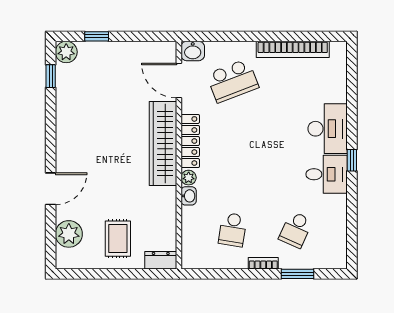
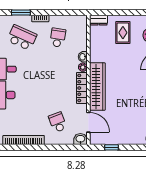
window: (97, 36) -> (112, 147), moved
school desk: (233, 81) -> (58, 122), width x0.54
school desk: (296, 230) -> (22, 38), width x1.85

